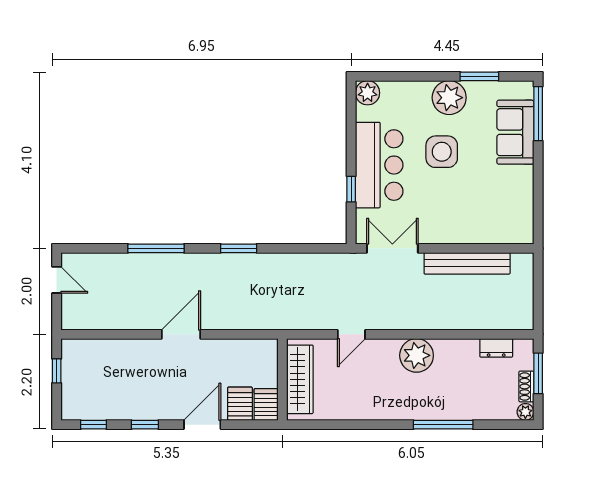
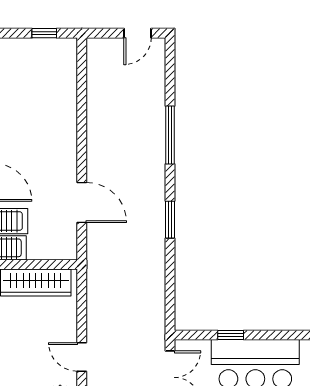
door: (181, 334) -> (82, 202), moved
door: (351, 334) -> (82, 357), moved

